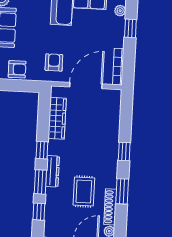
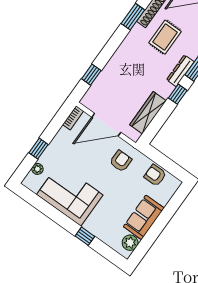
armchair: (54, 62) -> (121, 161), turned 180
bookcase: (118, 67) -> (73, 118), width x0.64
window: (124, 151) -> (91, 75), moved

